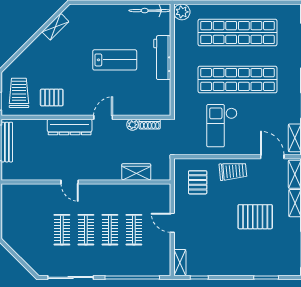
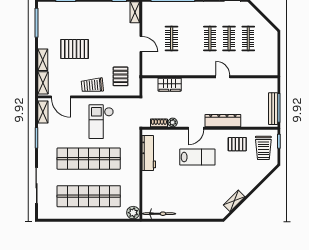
workbench: (162, 58) -> (149, 153), moved
lab bench: (115, 60) -> (197, 157), moved, turned 180
checkout: (222, 126) -> (101, 122), turned 180
clothes rail: (110, 230) -> (248, 39), moved

